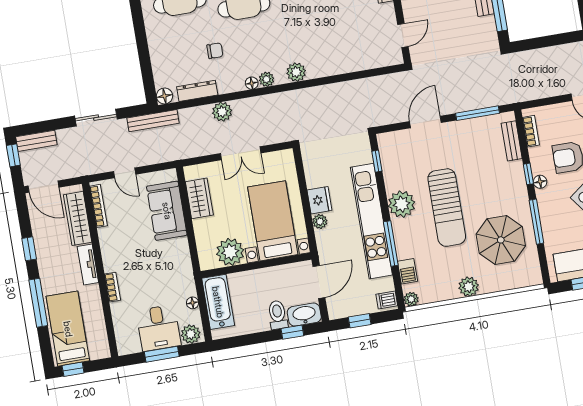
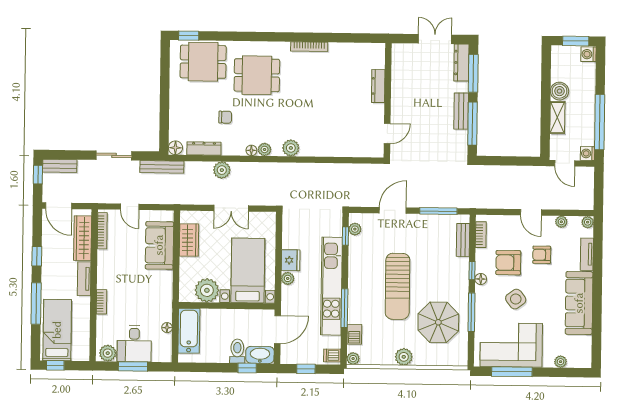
plant: (402, 204) -> (355, 229), moved, width x0.53, depth x0.53
plant: (191, 334) -> (108, 353), moved

